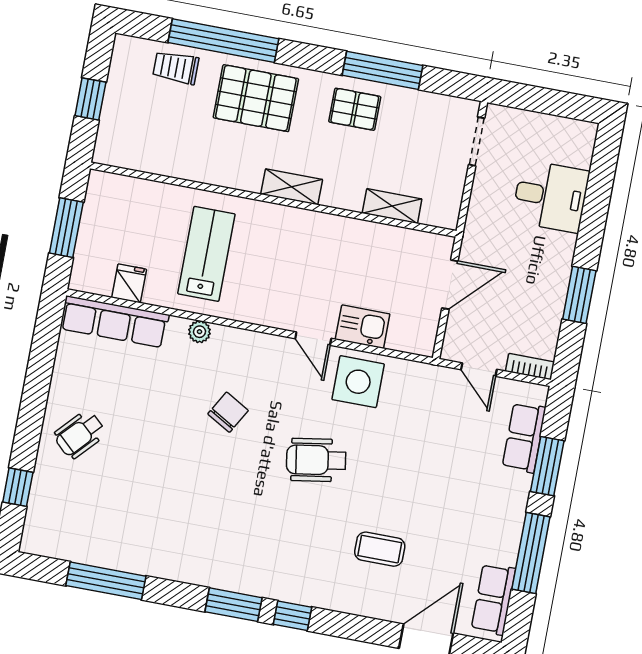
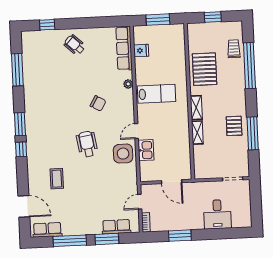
pallet: (256, 98) -> (205, 69), moved
shelving: (392, 206) -> (197, 133), moved
lab bench: (206, 254) -> (156, 94), moved

